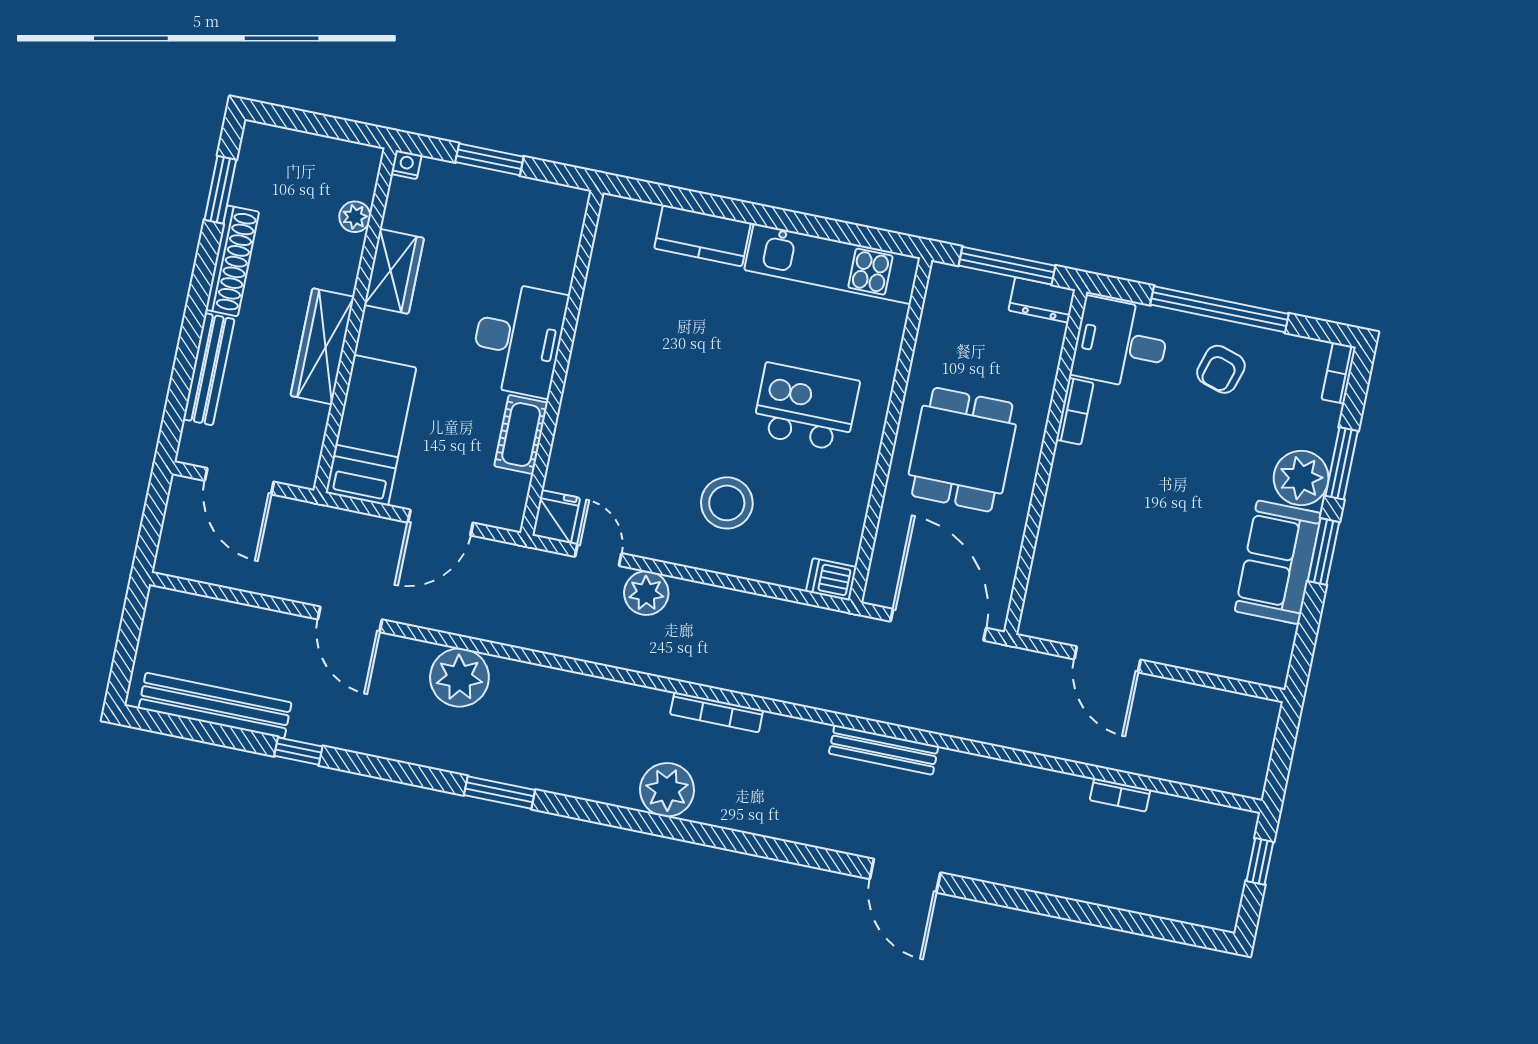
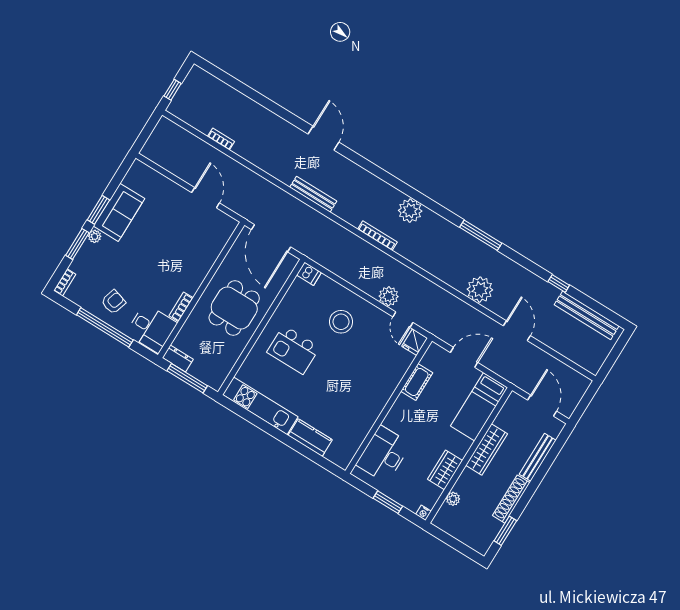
desk: (518, 339) -> (384, 454), moved
plant: (1301, 478) -> (95, 236), width x0.53, depth x0.53
window: (500, 792) -> (481, 235), width x1.44

